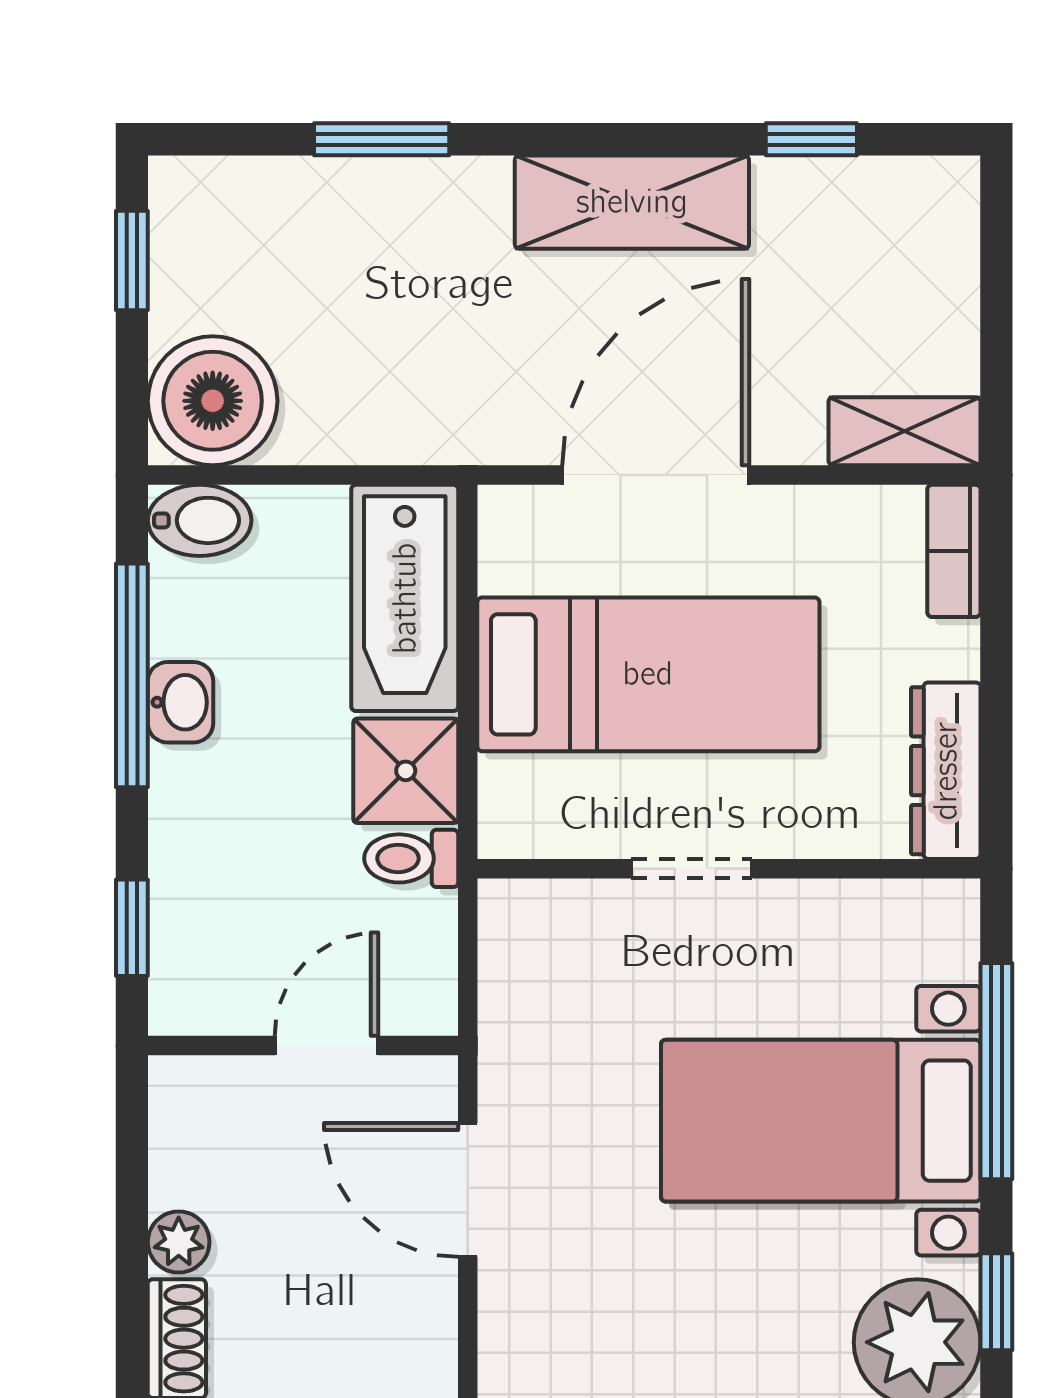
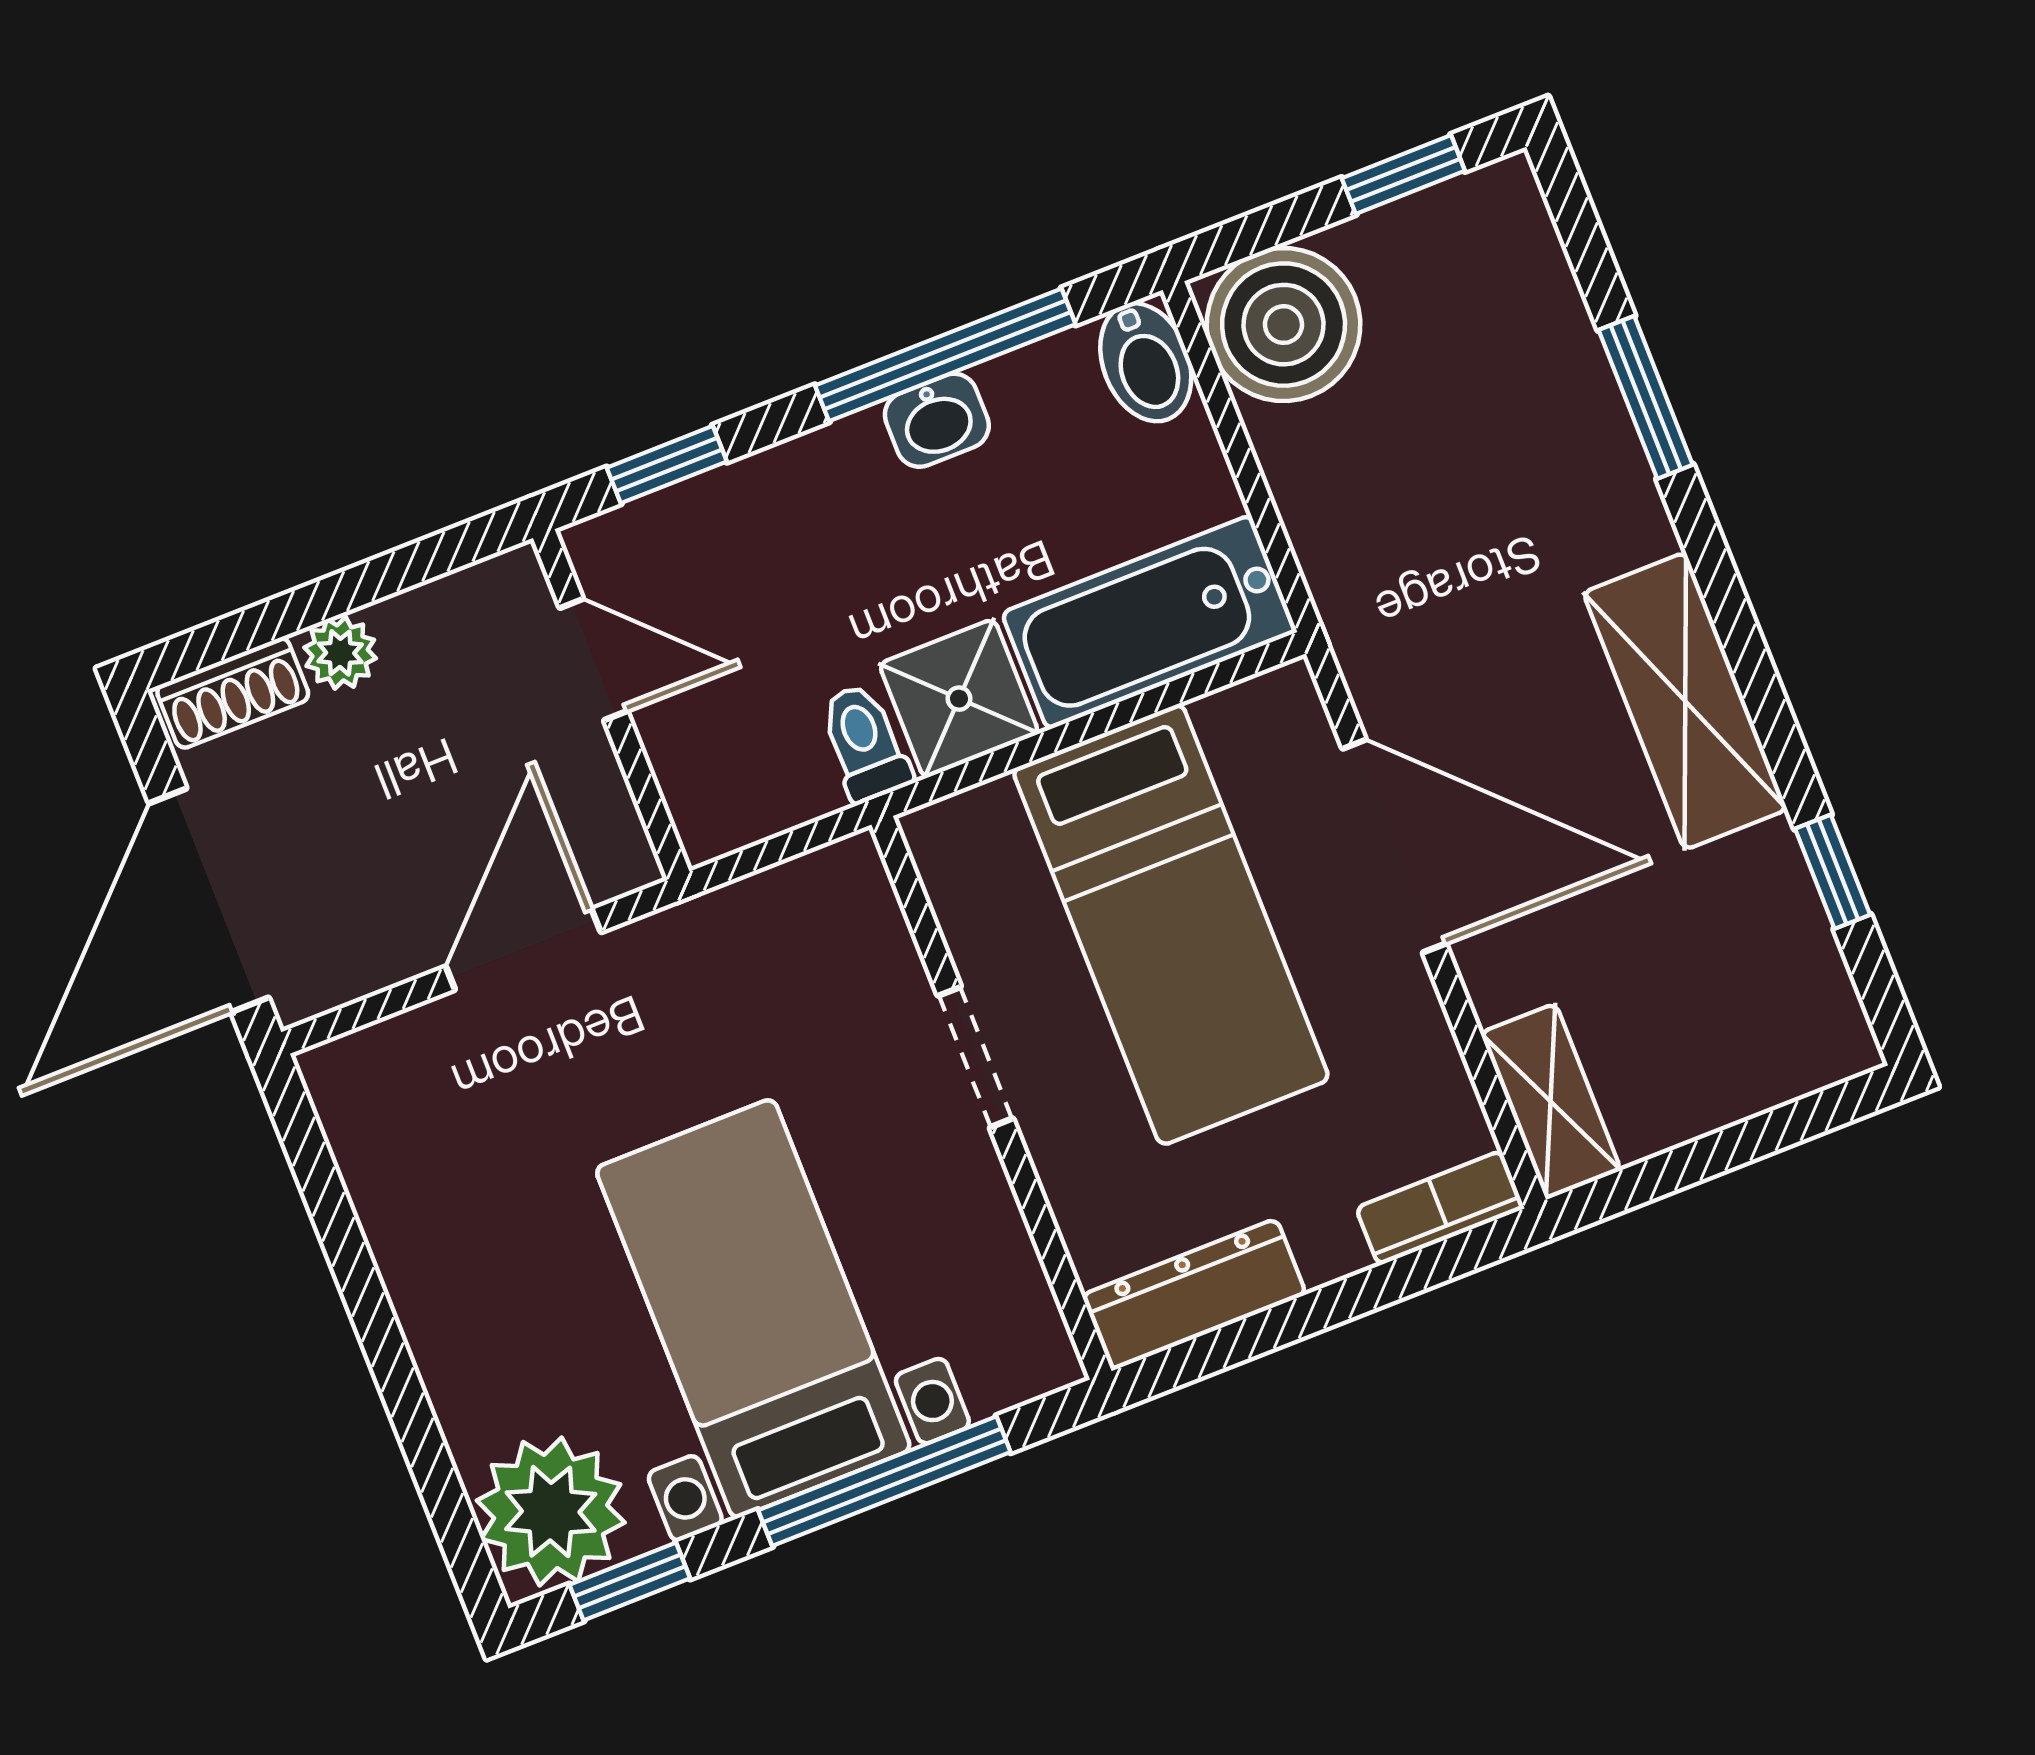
door: (326, 1045) -> (593, 660), moved

